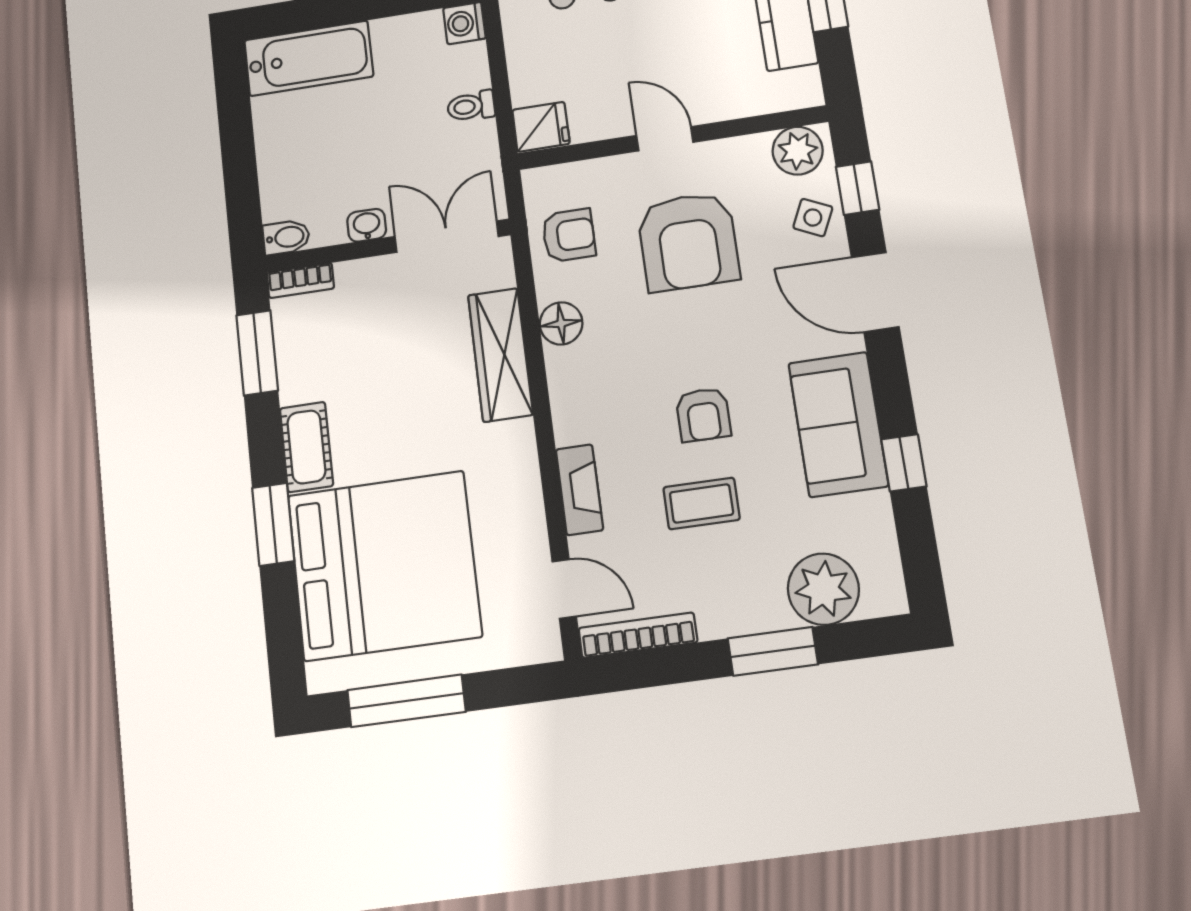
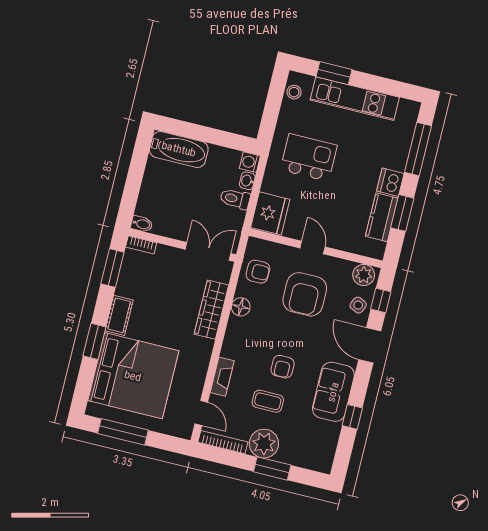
toilet: (471, 106) -> (235, 199), width x1.37, depth x1.39
fridge: (541, 127) -> (270, 213), width x1.88, depth x1.34
washbasin: (367, 225) -> (247, 181), moved, turned -90
plant: (823, 589) -> (264, 444), moved

